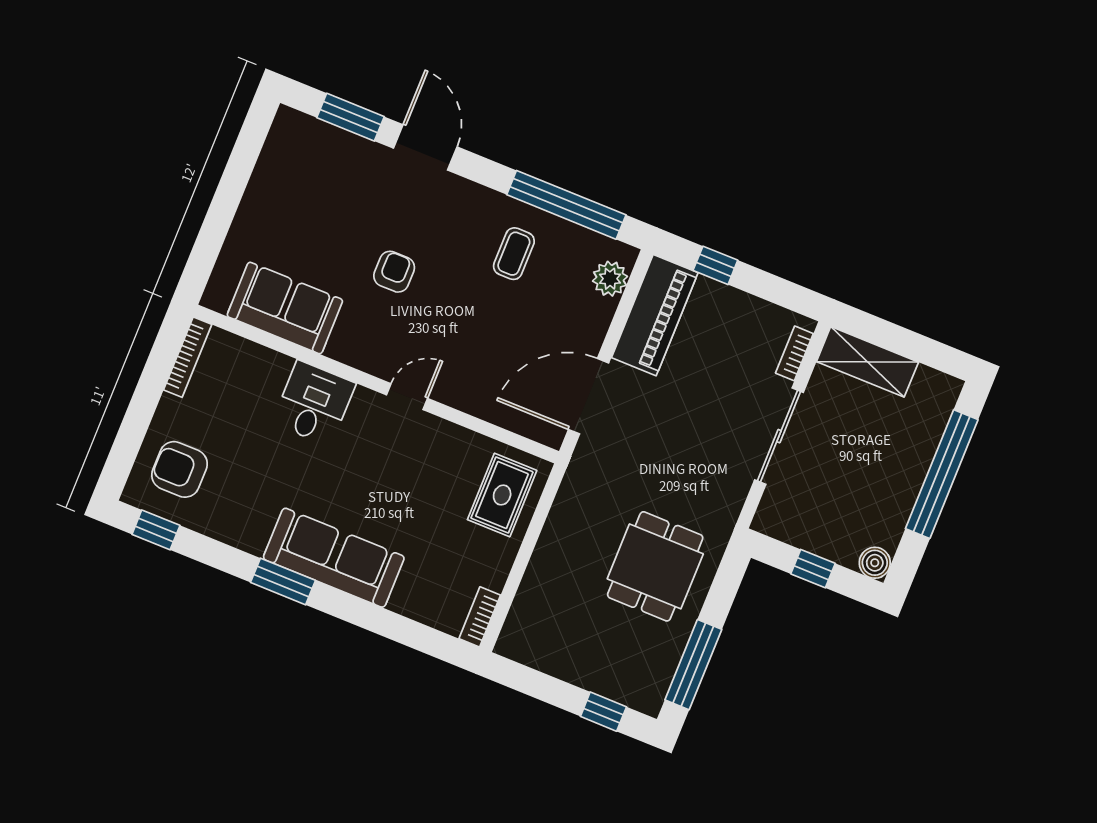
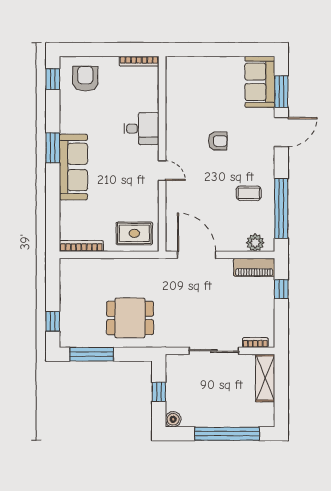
sofa: (285, 308) -> (260, 82), moved, turned 180
piano: (655, 315) -> (254, 267), width x0.73, depth x0.75
bookcase: (480, 617) -> (81, 246), width x1.56

